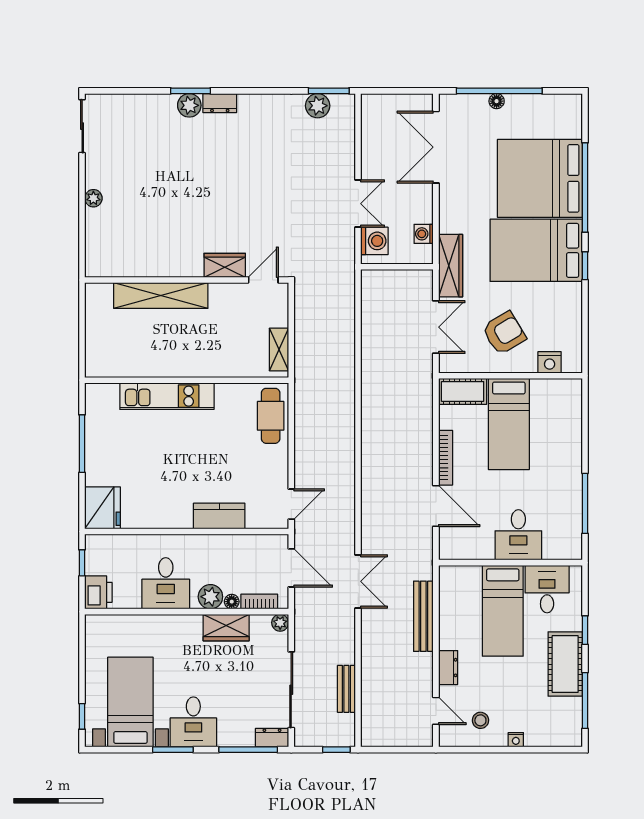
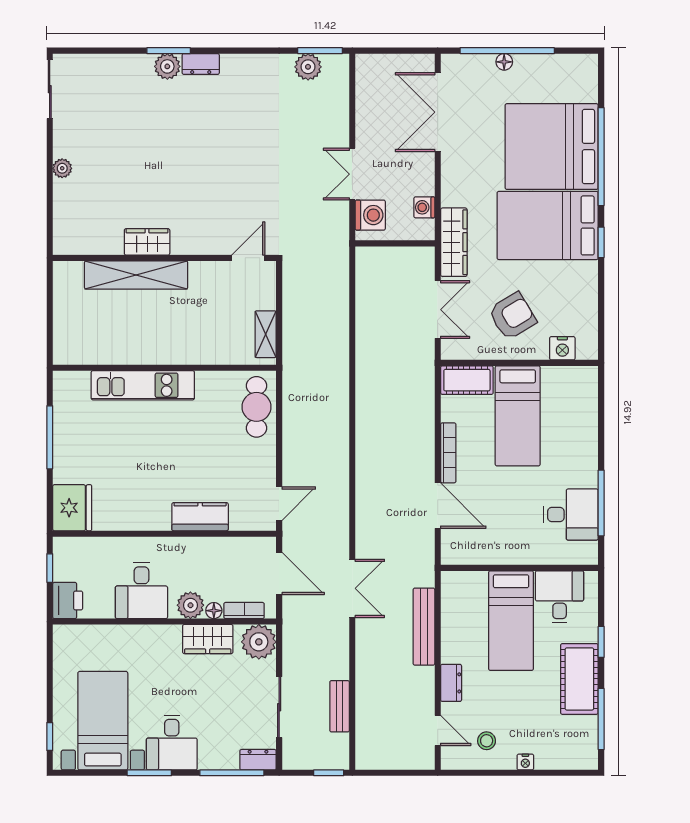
double door: (358, 204) -> (352, 174), swing flipped
wardrobe: (225, 265) -> (147, 242), moved
desk: (518, 535) -> (571, 514), moved, turned -90
plant: (280, 623) -> (259, 642), width x1.88, depth x1.88
sliding door: (291, 690) -> (279, 707), width x0.73

